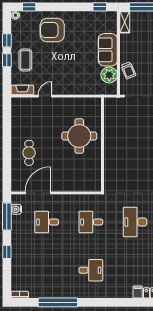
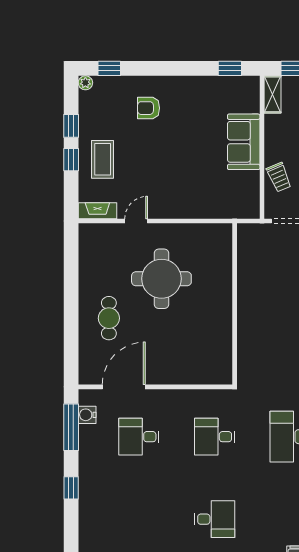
armchair: (52, 30) -> (148, 108), width x0.53, depth x0.53
plant: (109, 75) -> (246, 185), removed
round table: (79, 136) -> (161, 279), moved

